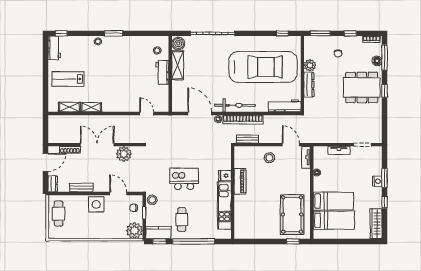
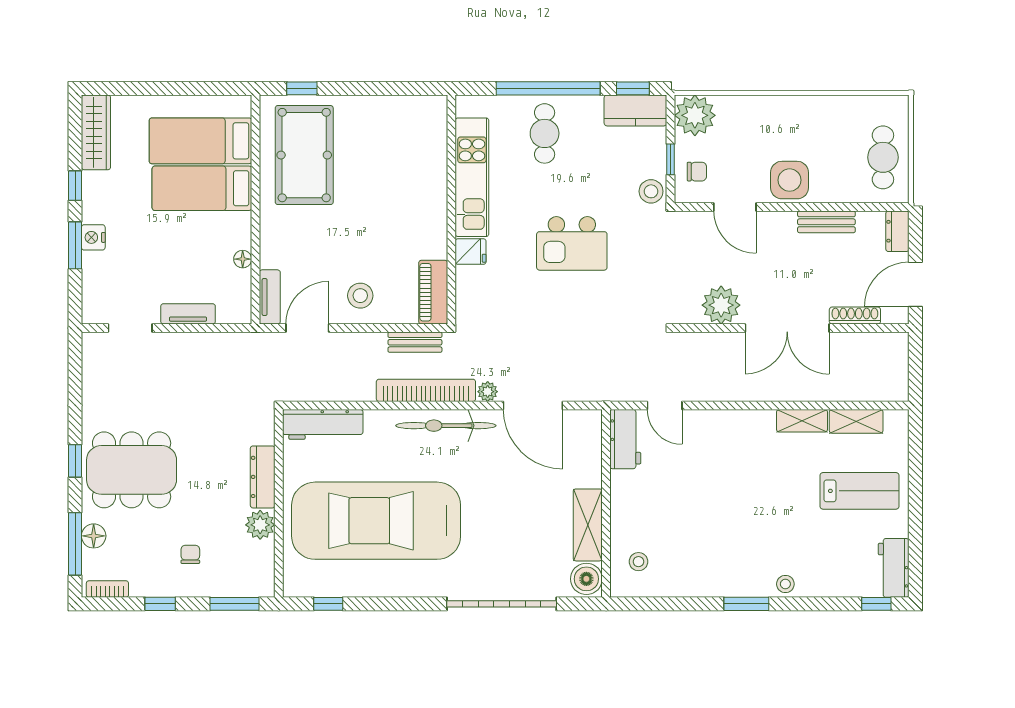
workbench: (162, 72) -> (625, 439), moved
door: (291, 145) -> (307, 328), swing flipped
piano: (240, 181) -> (433, 292), moved
cafe table: (182, 220) -> (545, 133), moved

